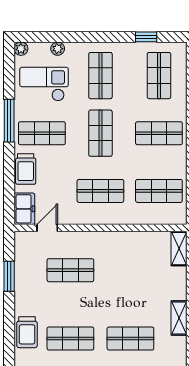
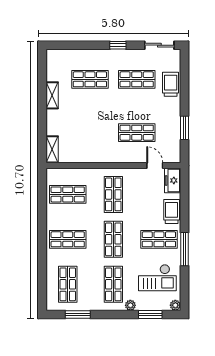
window: (53, 37) -> (150, 314), added
window: (146, 37) -> (78, 314), width x1.50
plant: (58, 49) -> (130, 305), moved
shop shelf: (100, 191) -> (113, 194), turned 90
door: (47, 228) -> (155, 166), swing flipped

